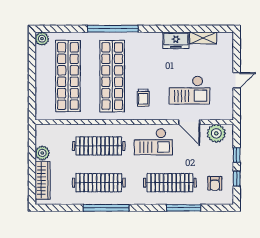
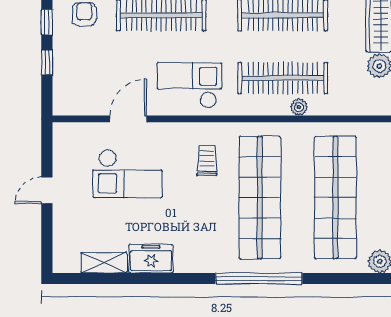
checkout: (190, 90) -> (128, 174), turned 180
door: (189, 122) -> (128, 119), hinge flipped
plant: (216, 133) -> (299, 107), moved, width x0.53, depth x0.53

